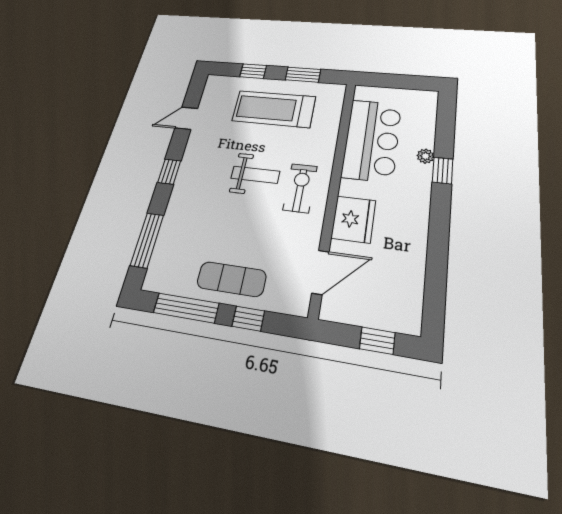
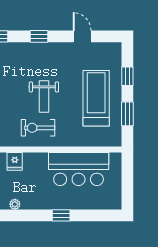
plant: (425, 156) -> (15, 204), moved
exercise bike: (300, 188) -> (38, 128), turned 180
fridge: (353, 219) -> (15, 161), width x0.53, depth x0.75

